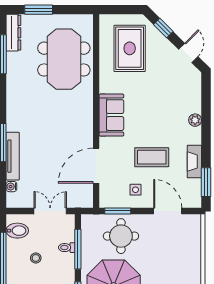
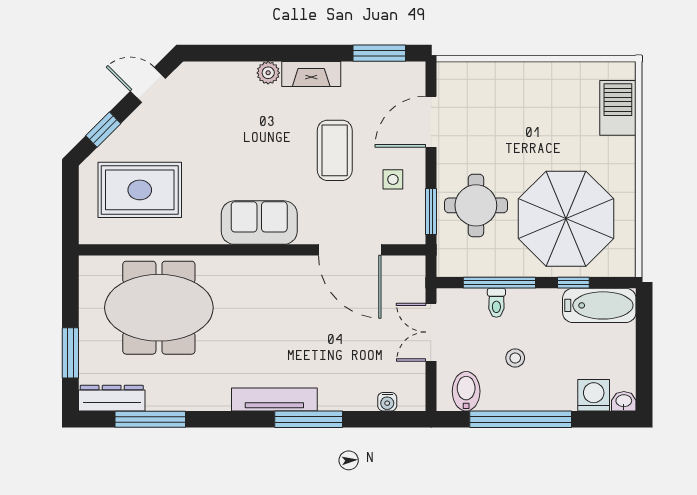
tv unit: (13, 156) -> (274, 399), moved
fireplace: (194, 162) -> (311, 74), moved

